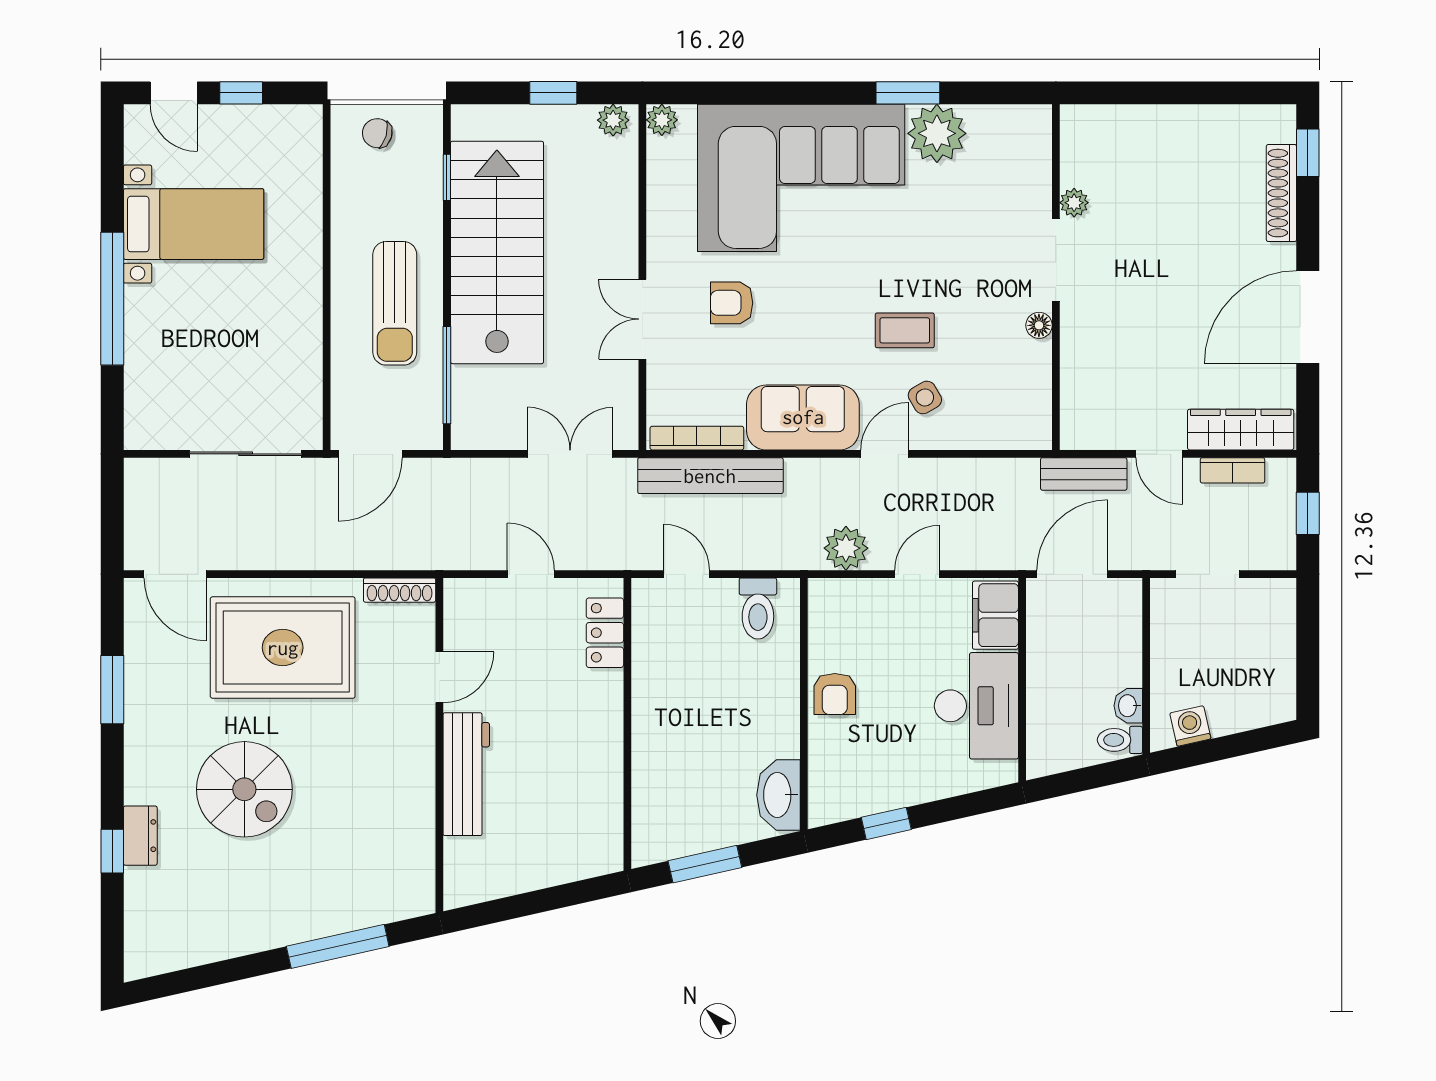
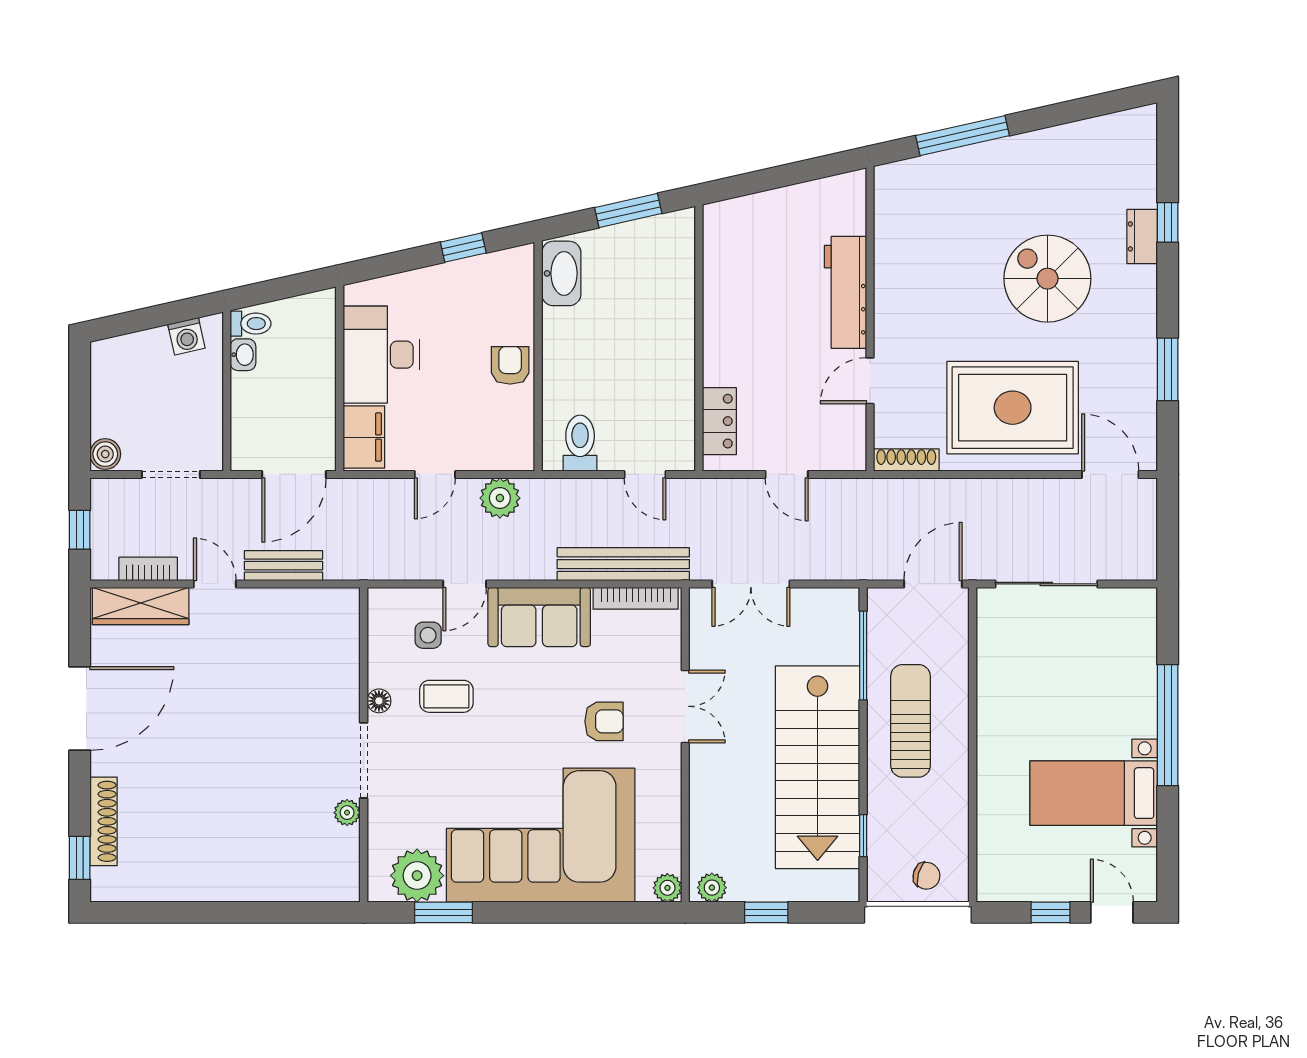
plant: (1074, 203) -> (347, 813), moved
doorway: (1056, 260) -> (364, 760), moved
wall: (1056, 277) -> (364, 745), moved
floor lamp: (1039, 325) -> (379, 701), moved
side table: (925, 397) -> (428, 635), turned 30
boiler: (1280, 597) -> (105, 454), added

